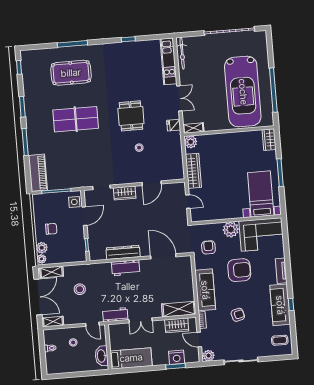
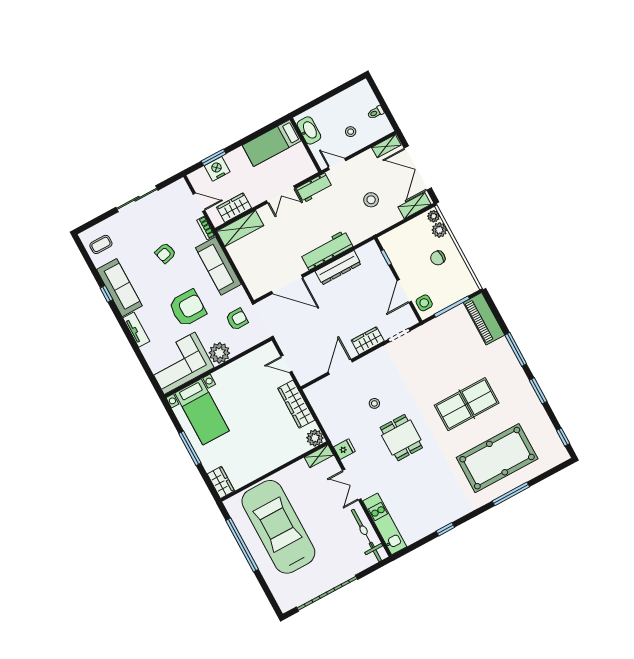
bicycle: (182, 53) -> (366, 535), width x1.37, depth x1.40
pool table: (71, 73) -> (497, 458), width x1.36, depth x1.32
armchair: (208, 247) -> (237, 319), turned -90
workbench: (126, 268) -> (327, 250), width x1.38
armchair: (239, 270) -> (188, 308), turned 180
double door: (141, 320) -> (281, 194), swing flipped
plant: (209, 356) -> (179, 188), removed

